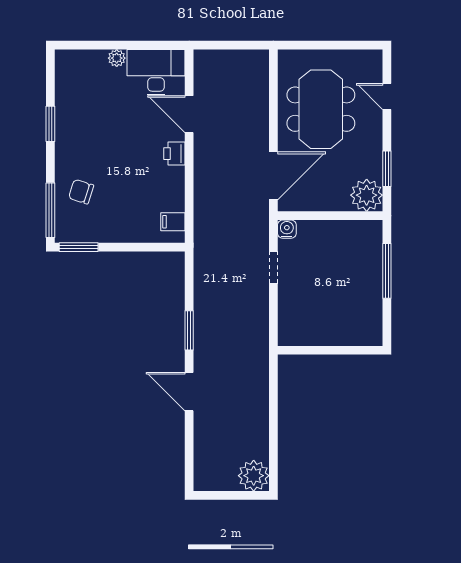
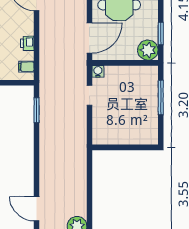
printer: (174, 154) -> (27, 43), moved
window: (189, 330) -> (37, 110), moved
door: (189, 392) -> (37, 209), moved

